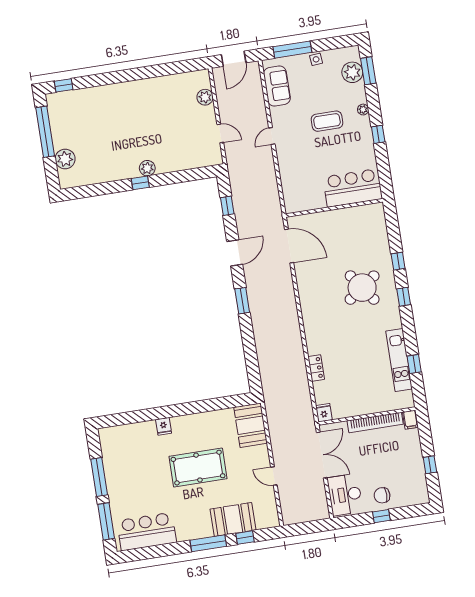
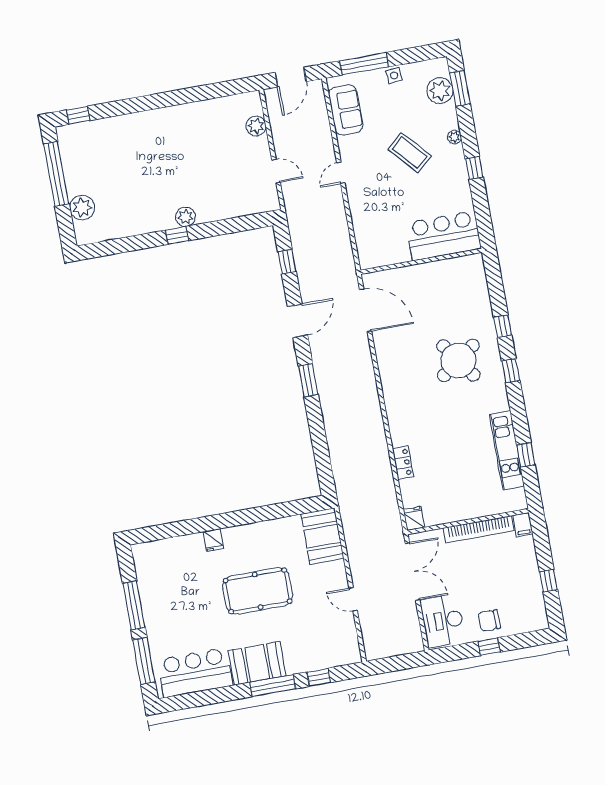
coffee table: (327, 121) -> (410, 153), turned 48
booth: (233, 519) -> (257, 663), moved

